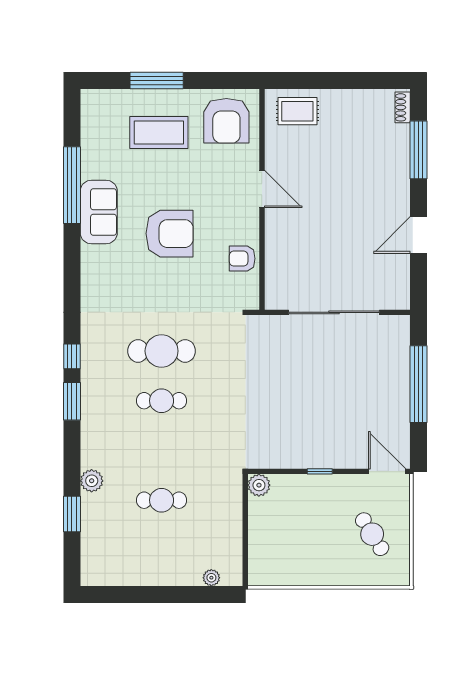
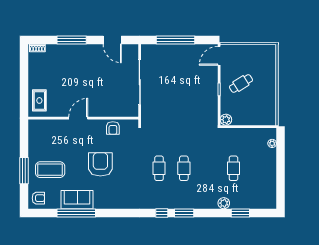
armchair: (226, 121) -> (38, 198), moved, width x0.53, depth x0.53
coffee table: (159, 133) -> (50, 170), turned 90
window: (419, 150) -> (72, 40), moved
sofa: (99, 212) -> (77, 200), moved
door: (419, 235) -> (112, 40), moved
cafe table: (162, 351) -> (159, 168), width x0.73, depth x0.74
cafe table: (372, 534) -> (241, 83), moved

